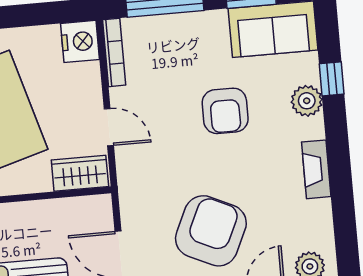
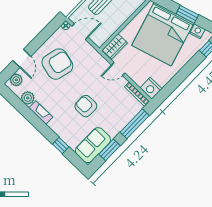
plant: (307, 101) -> (28, 98), moved
armchair: (211, 231) -> (57, 64), turned -101

